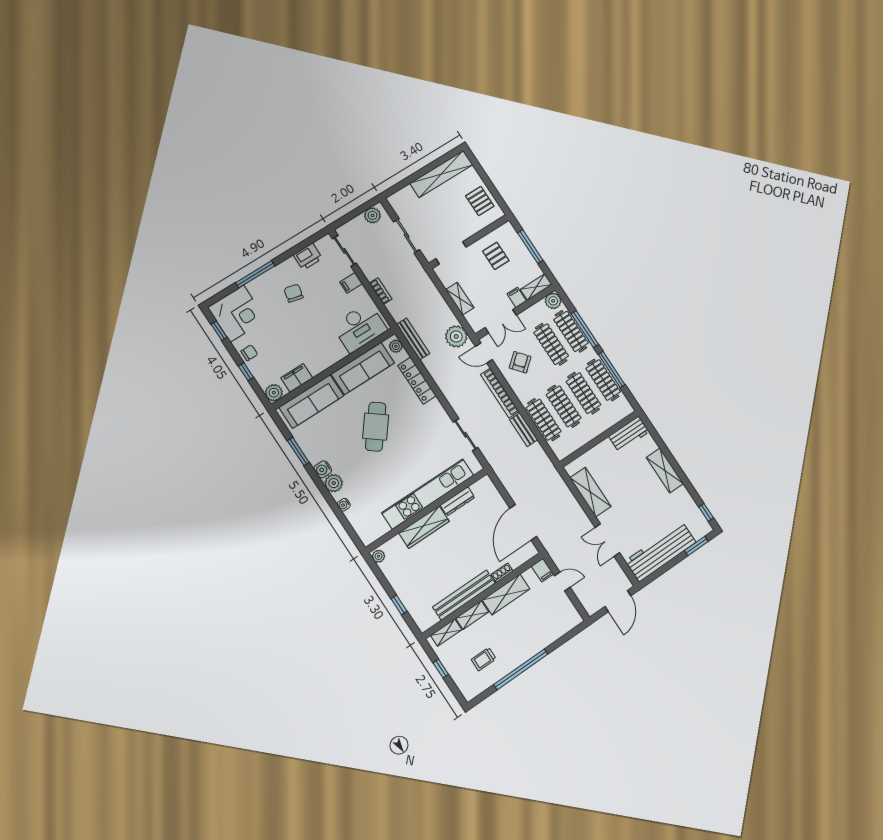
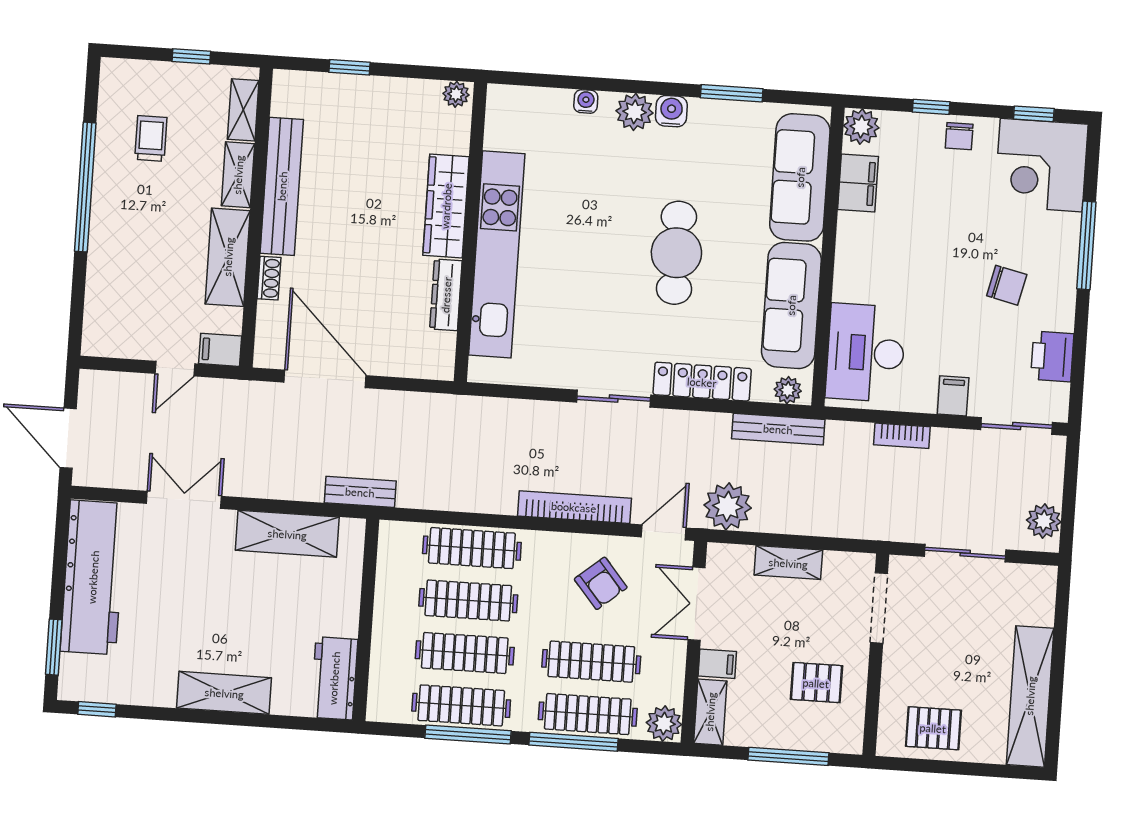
cafe table: (376, 427) -> (676, 253), turned 52
bench: (524, 430) -> (360, 492), moved
sliding door: (466, 435) -> (614, 399), moved

